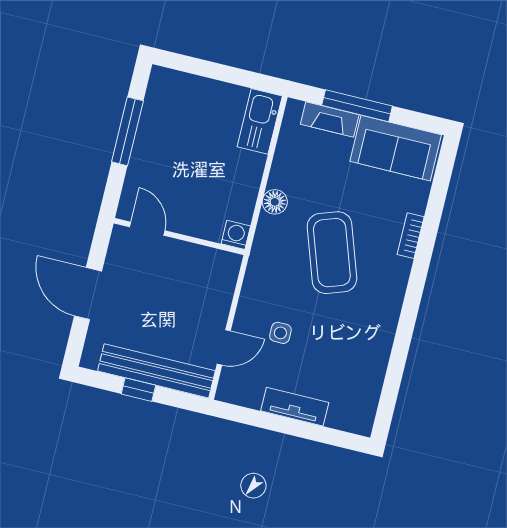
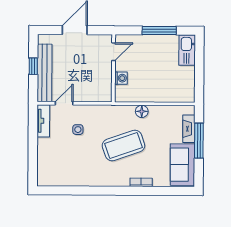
kitchen sink: (260, 121) -> (187, 50), moved, turned -90
washing machine: (236, 235) -> (121, 78), moved
door: (224, 347) -> (64, 103), swing flipped
tv unit: (295, 407) -> (43, 121), moved

